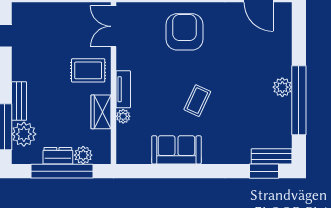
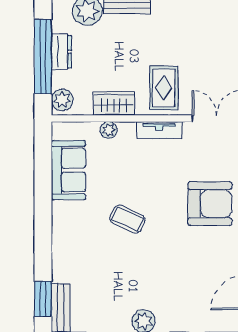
tv unit: (123, 89) -> (159, 130), moved
sofa: (176, 150) -> (68, 170), moved
plant: (83, 155) -> (62, 100), moved

